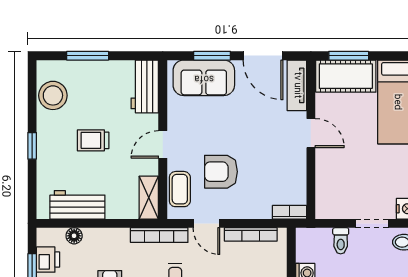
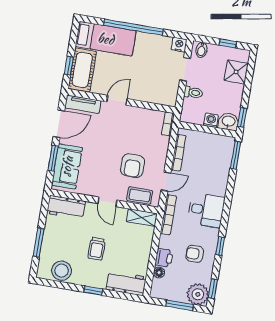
window: (349, 56) -> (69, 66), width x0.67
workbench: (77, 205) -> (126, 283), moved, turned 90
printer: (48, 260) -> (164, 258), moved, turned 90

